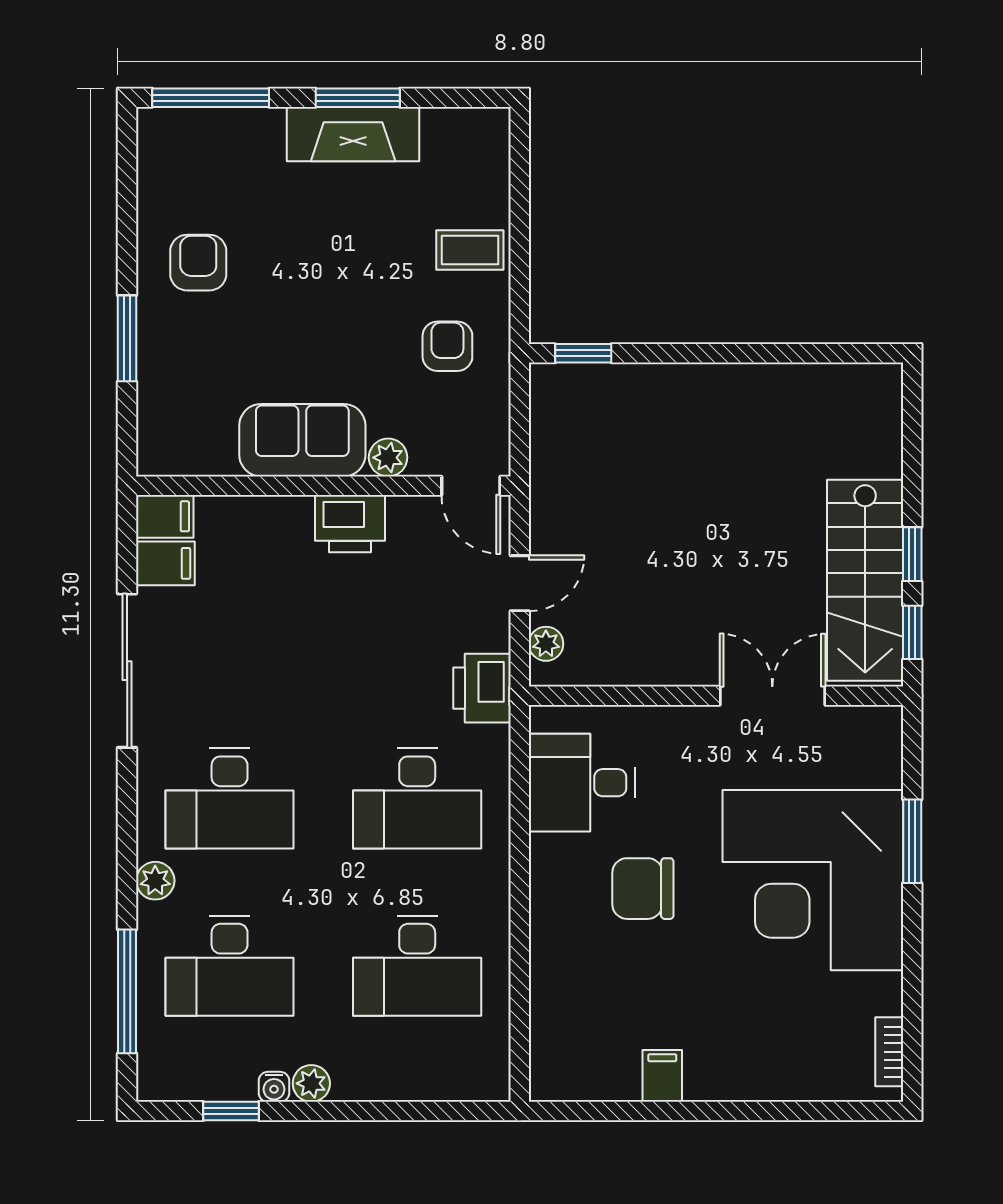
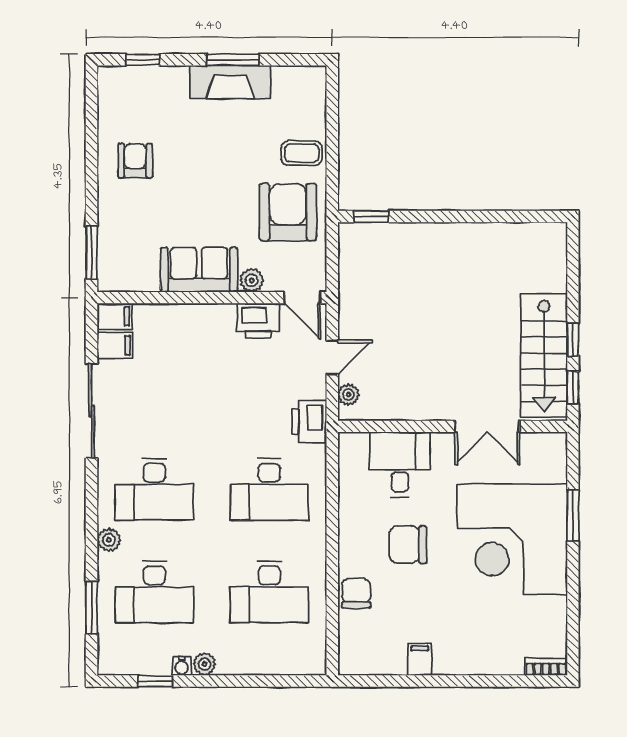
window: (211, 98) -> (143, 60), width x0.46
window: (127, 338) -> (92, 252), moved
armchair: (447, 346) -> (288, 212), width x1.88, depth x1.88
printer: (350, 524) -> (258, 321), moved
double door: (772, 696) -> (487, 426), swing flipped
desk: (582, 783) -> (400, 464), moved, turned 90
chair: (559, 968) -> (356, 593), added
window: (127, 991) -> (92, 608), width x0.69
bookcase: (889, 1052) -> (546, 667), moved, turned 90

